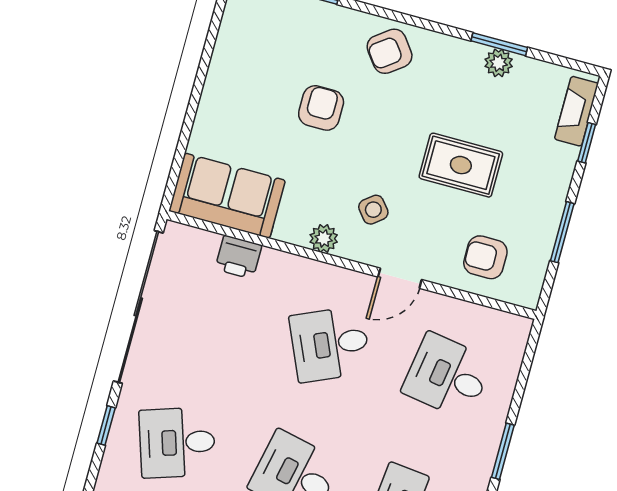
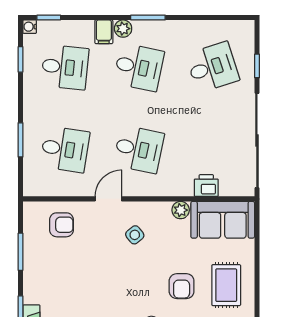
rug: (461, 165) -> (226, 285), moved, turned 90
plant: (324, 238) -> (181, 210), moved
desk: (330, 344) -> (139, 149), turned 36
window: (503, 451) -> (20, 140), moved

